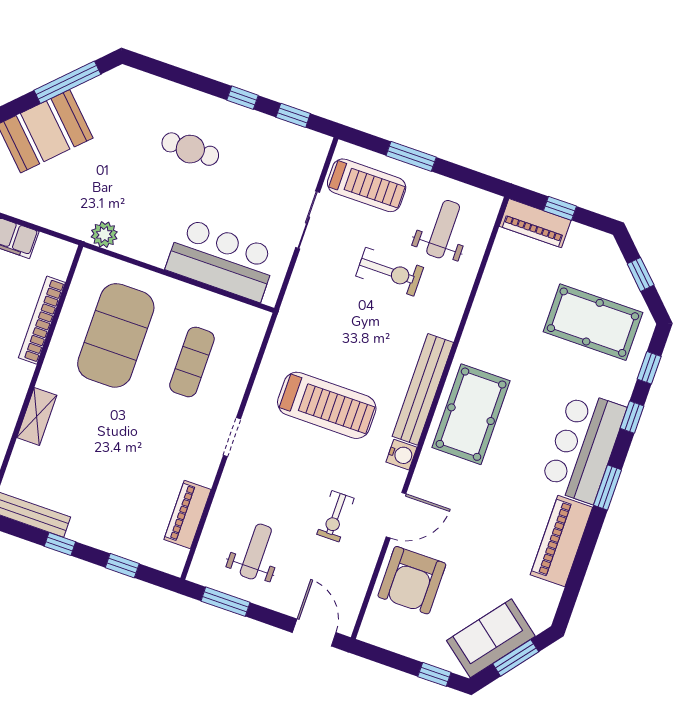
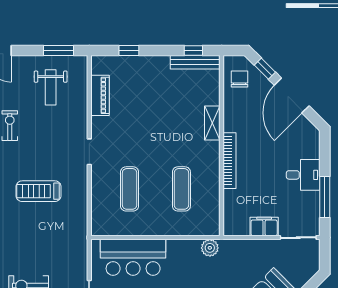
bookcase: (42, 320) -> (230, 161), moved
exercise mat: (116, 335) -> (181, 189), width x0.50, depth x0.69
treadmill: (327, 405) -> (39, 191), width x0.73, depth x0.73
window: (60, 544) -> (193, 50), moved

